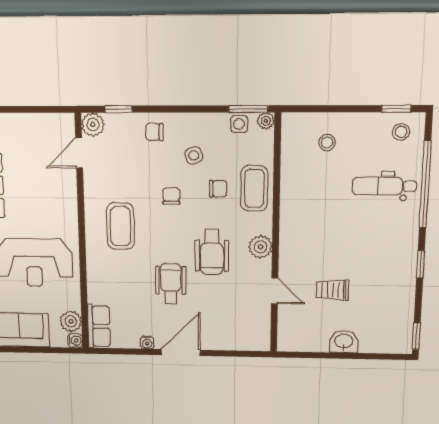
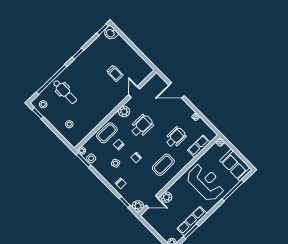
wheelchair: (171, 283) -> (176, 137), moved, turned 180
plant: (71, 321) -> (166, 197), moved
row of seats: (99, 326) -> (199, 146), moved
washbasin: (344, 342) -> (111, 33), moved
door: (181, 353) -> (177, 90), moved

